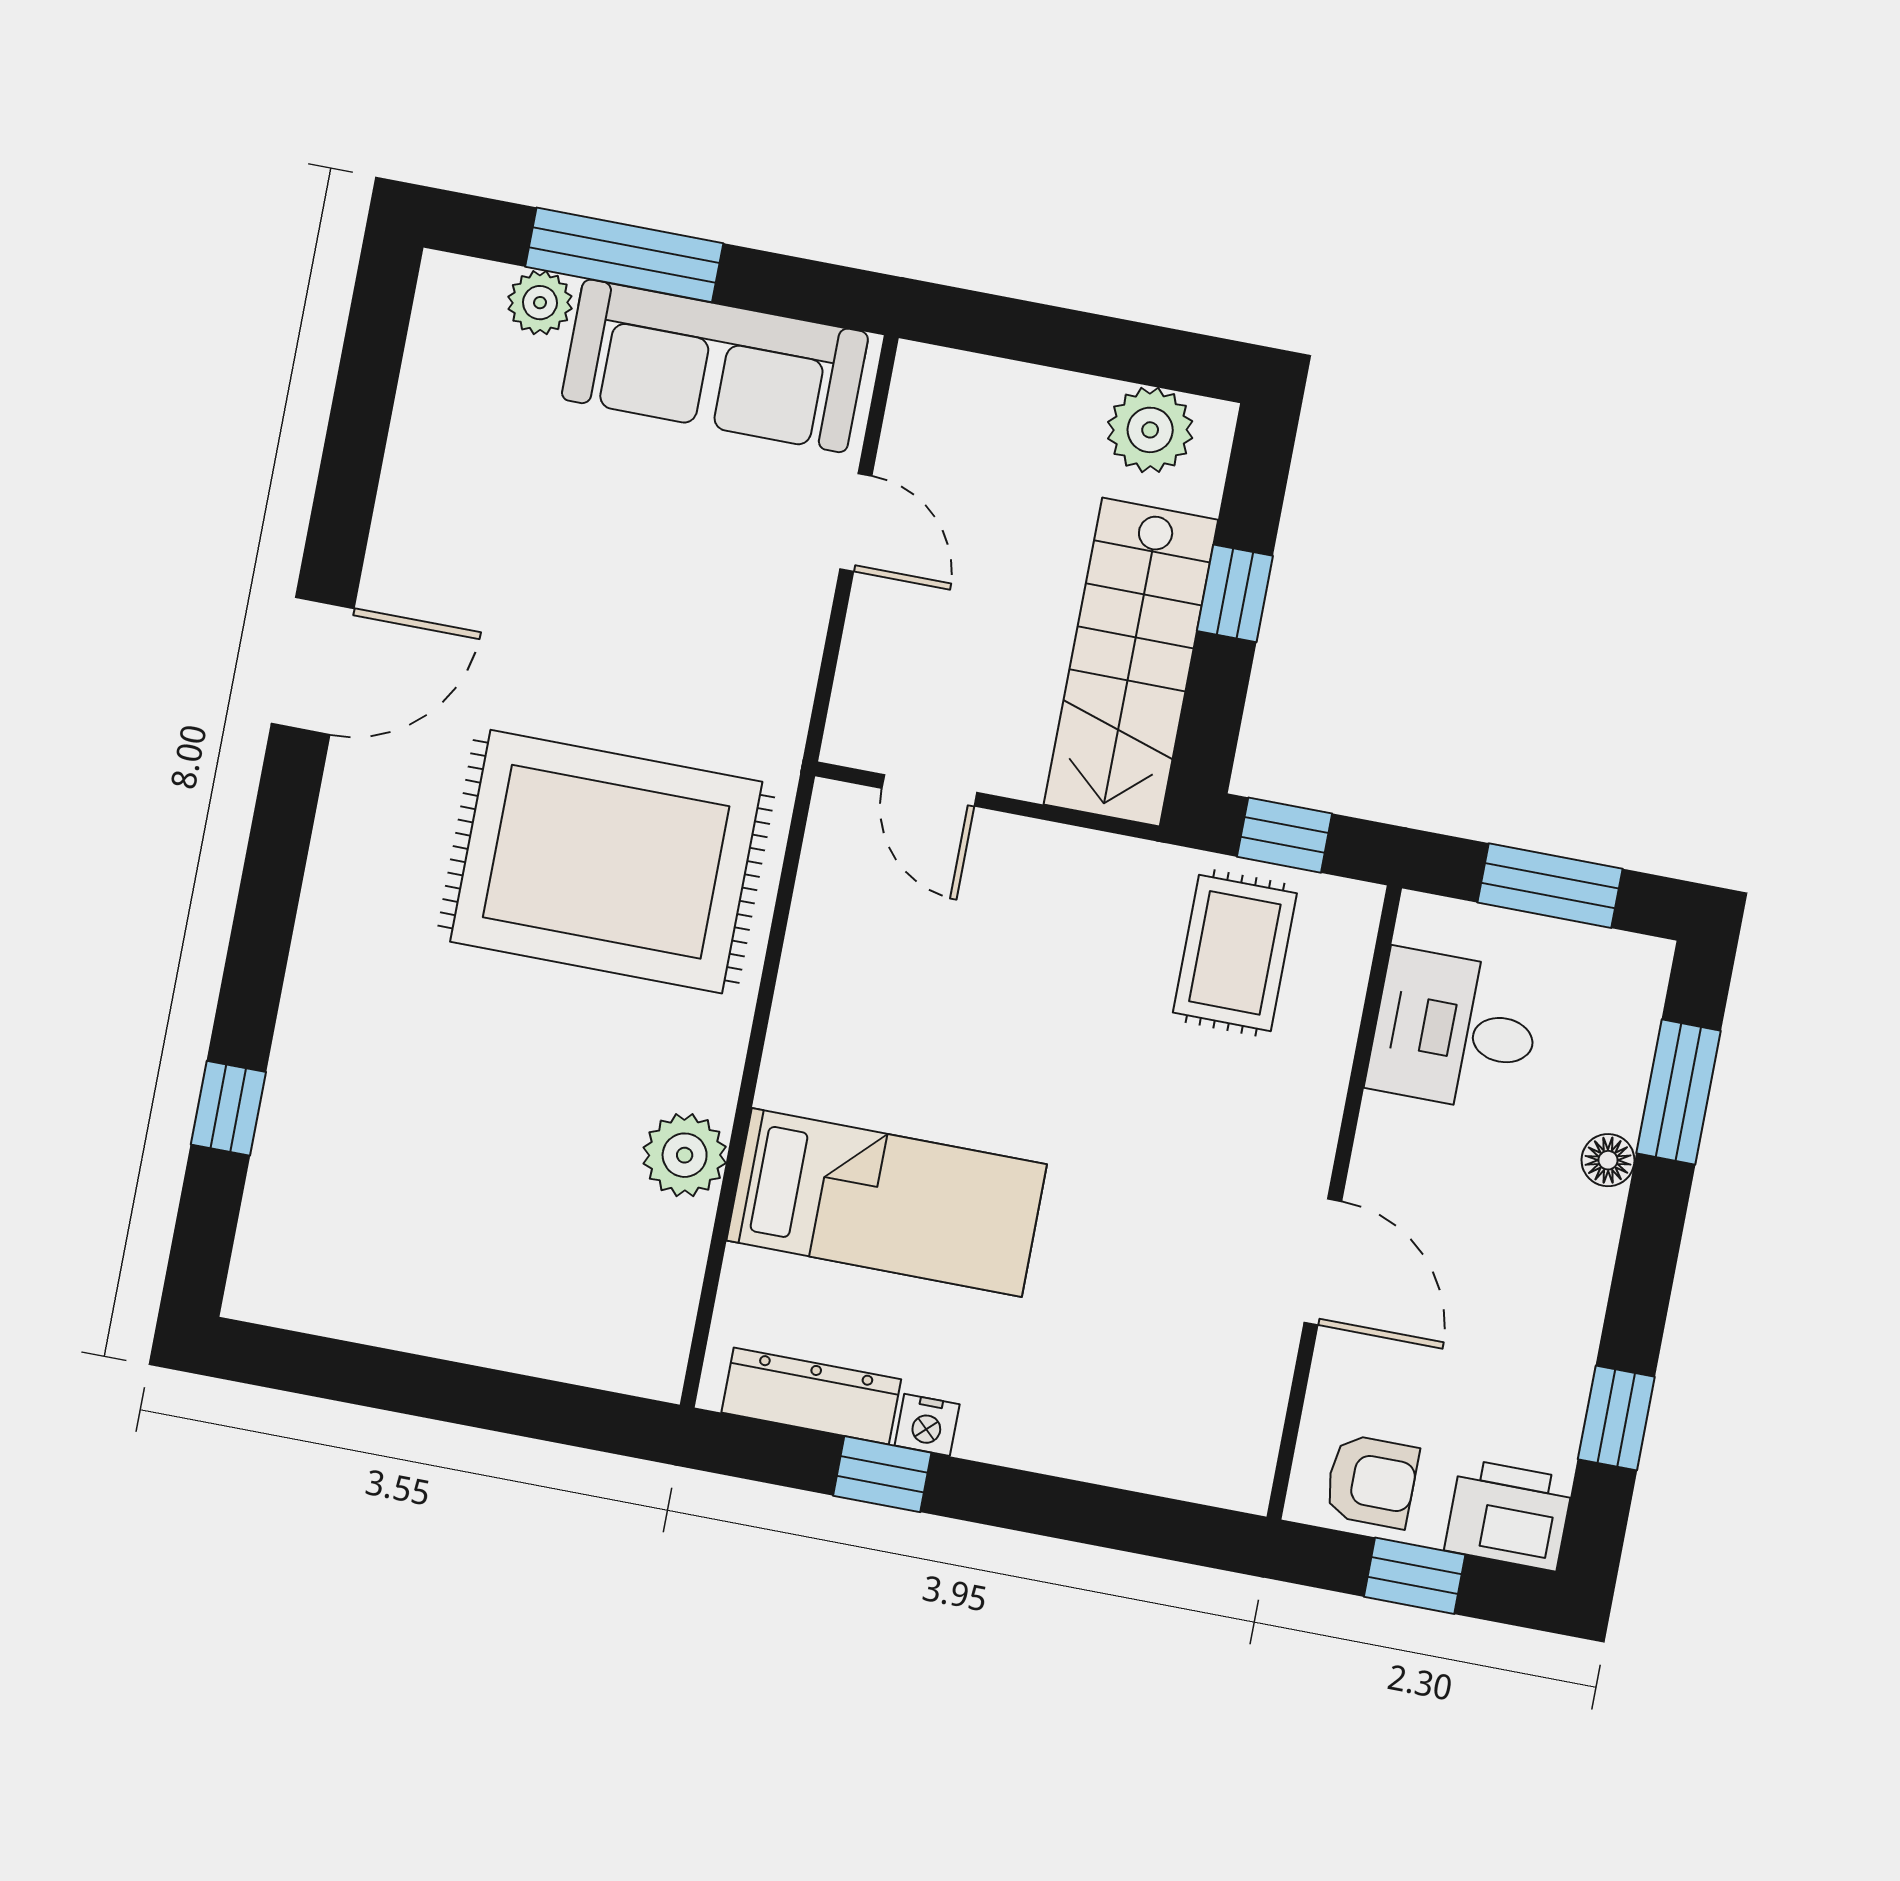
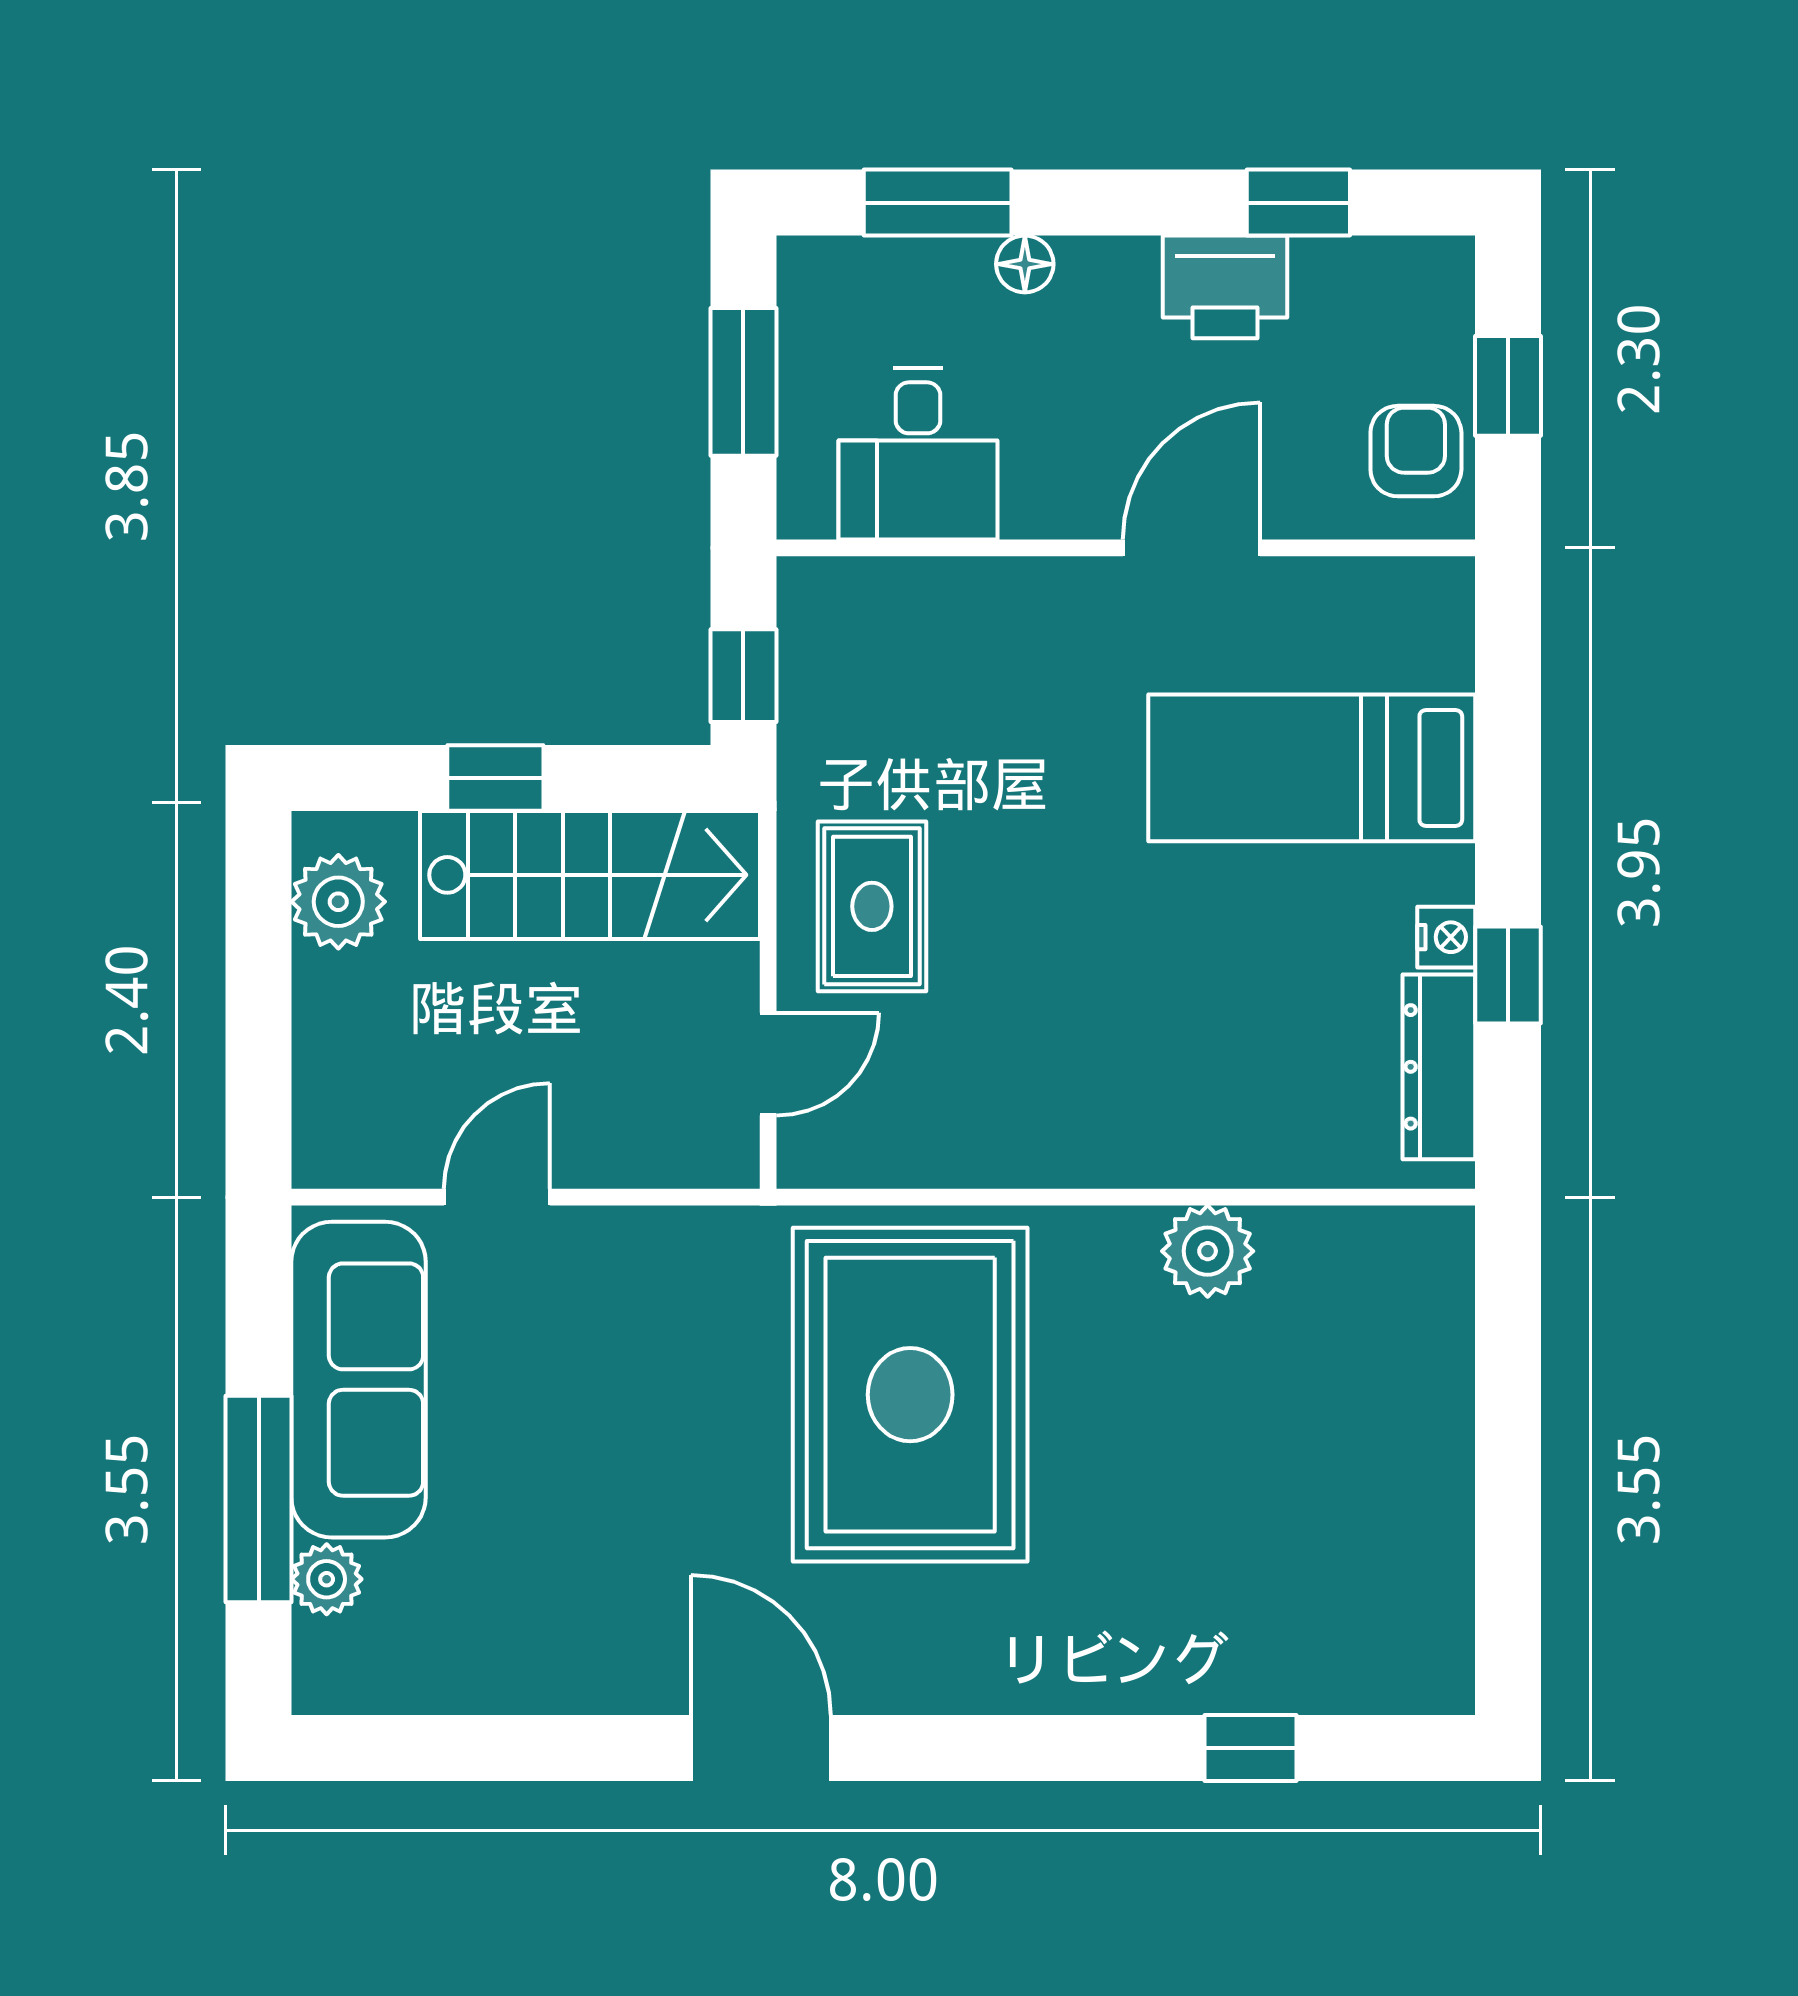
rug: (1235, 953) -> (872, 906), moved, turned 90
bed: (887, 1202) -> (1312, 768), moved, turned -90
printer: (1509, 1515) -> (1225, 287), moved, turned -90

